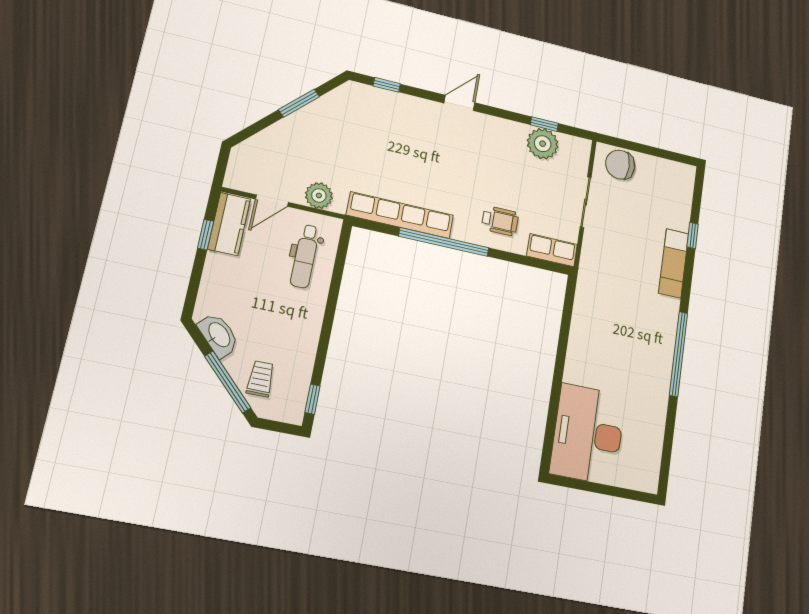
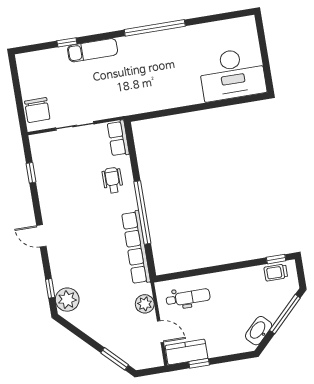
window: (299, 103) -> (115, 359), moved
plant: (543, 144) -> (67, 300), moved
trolley: (260, 379) -> (276, 273), moved

